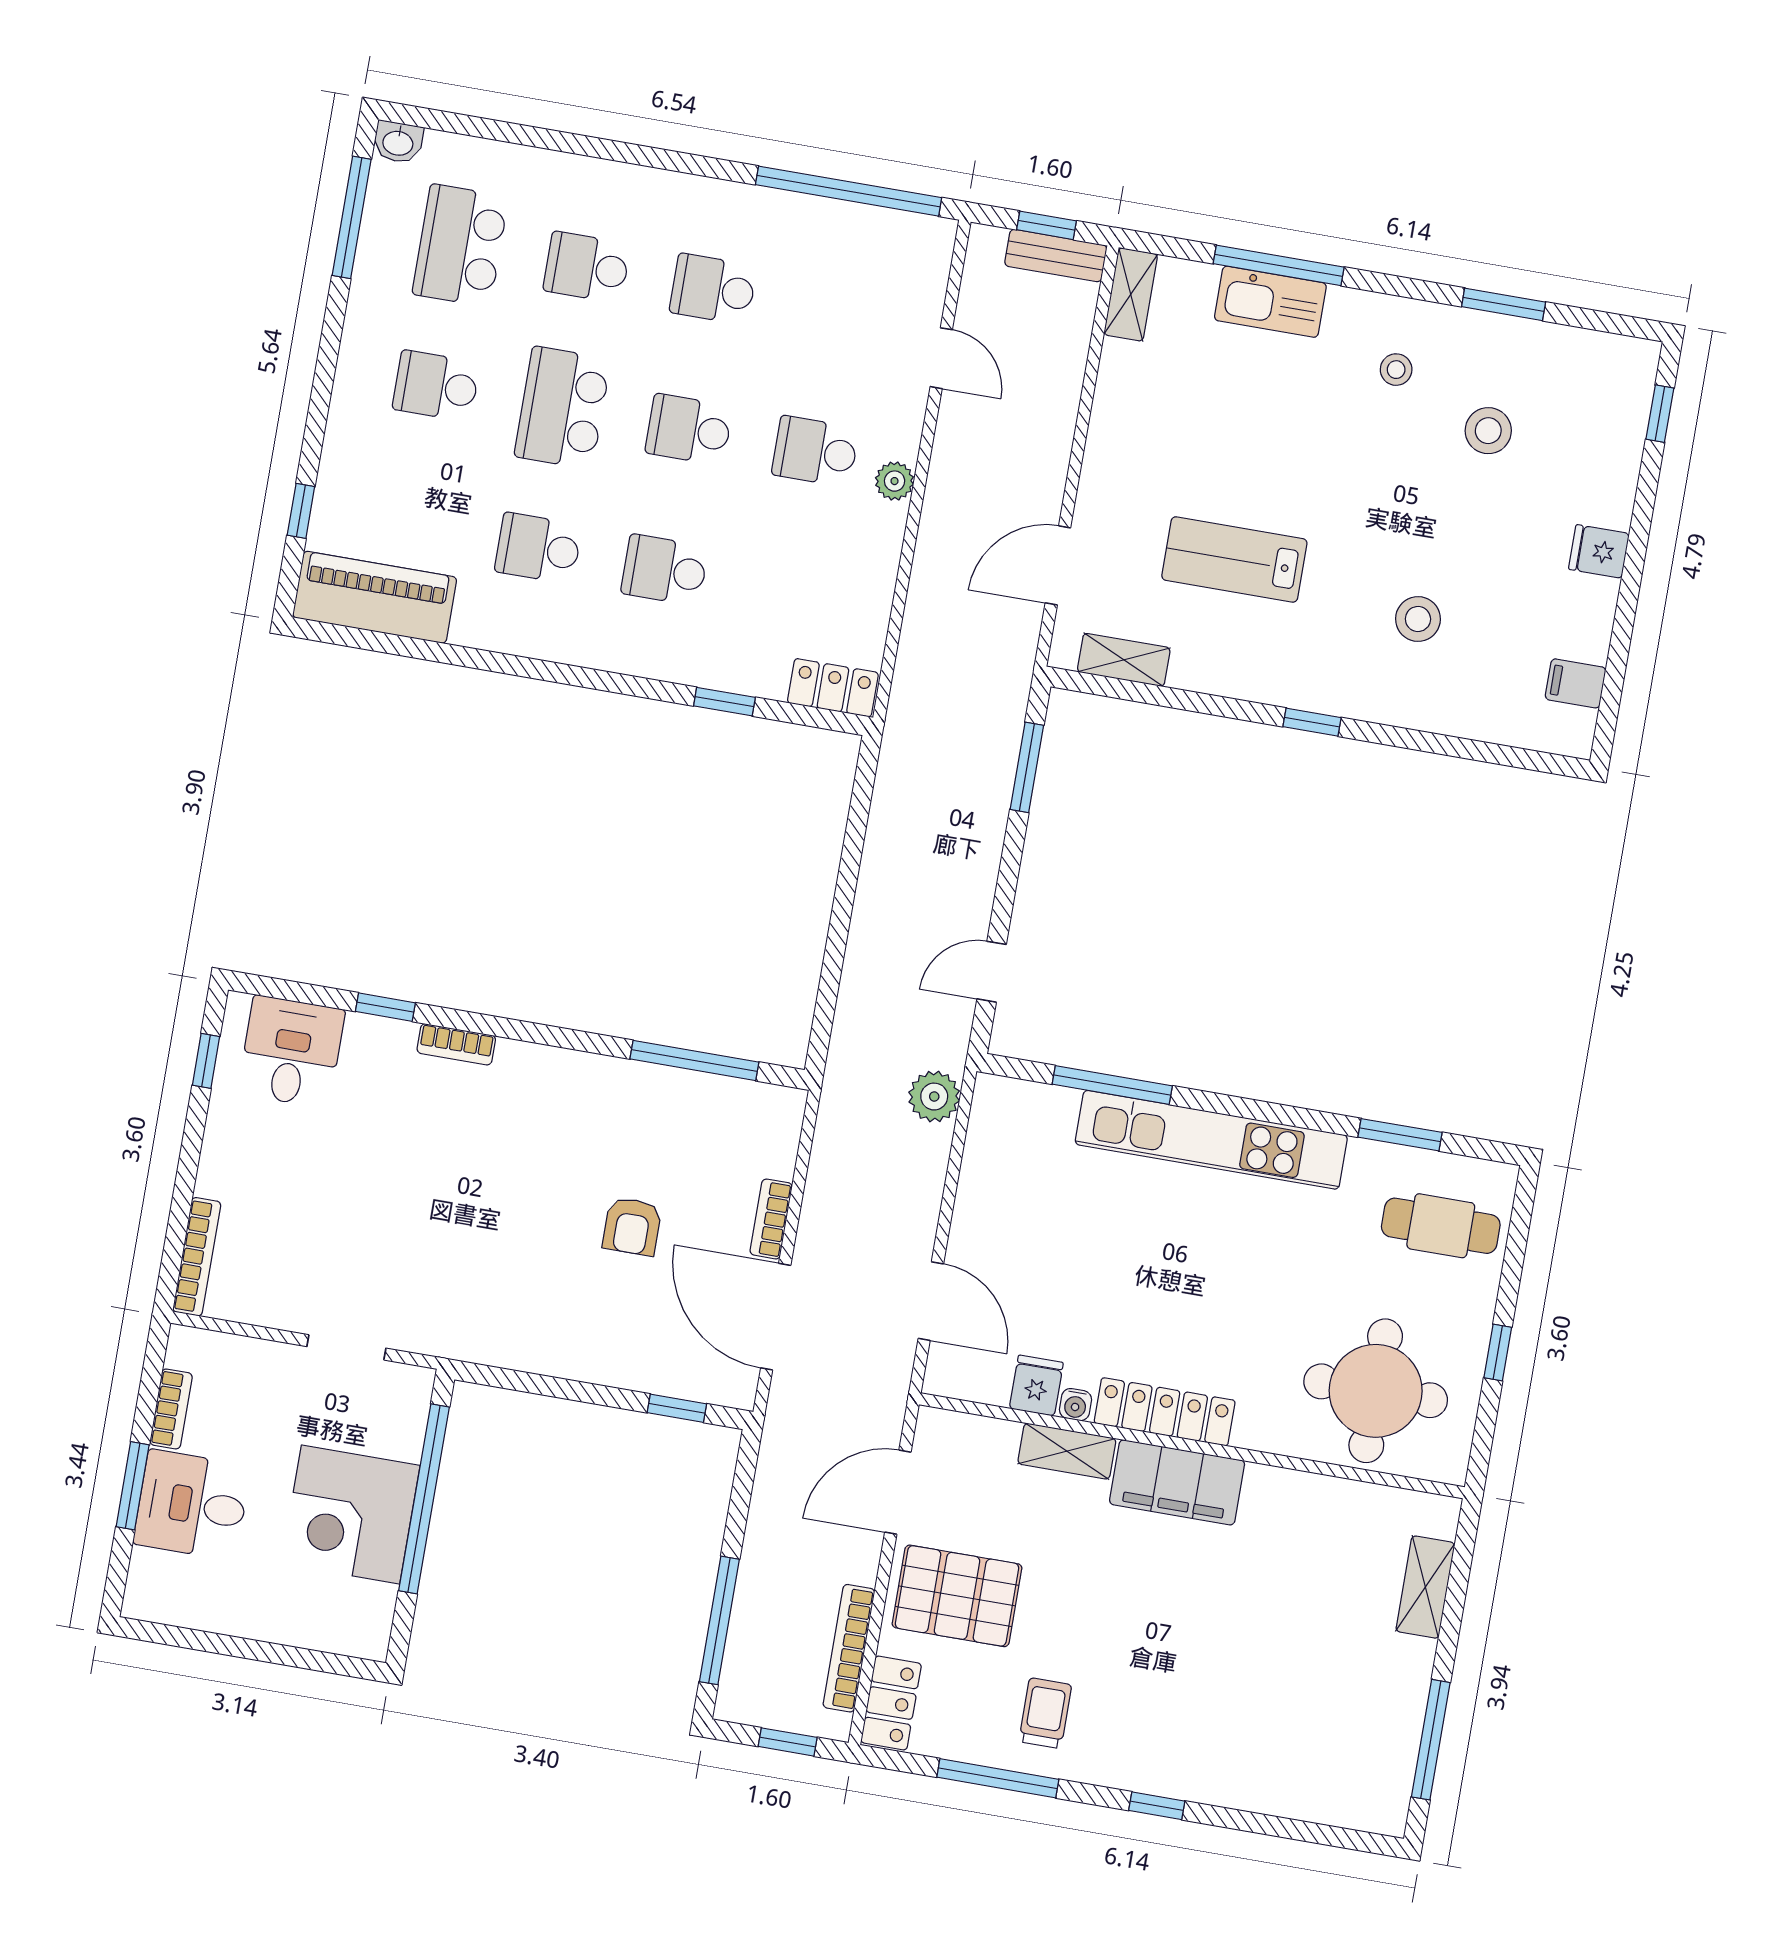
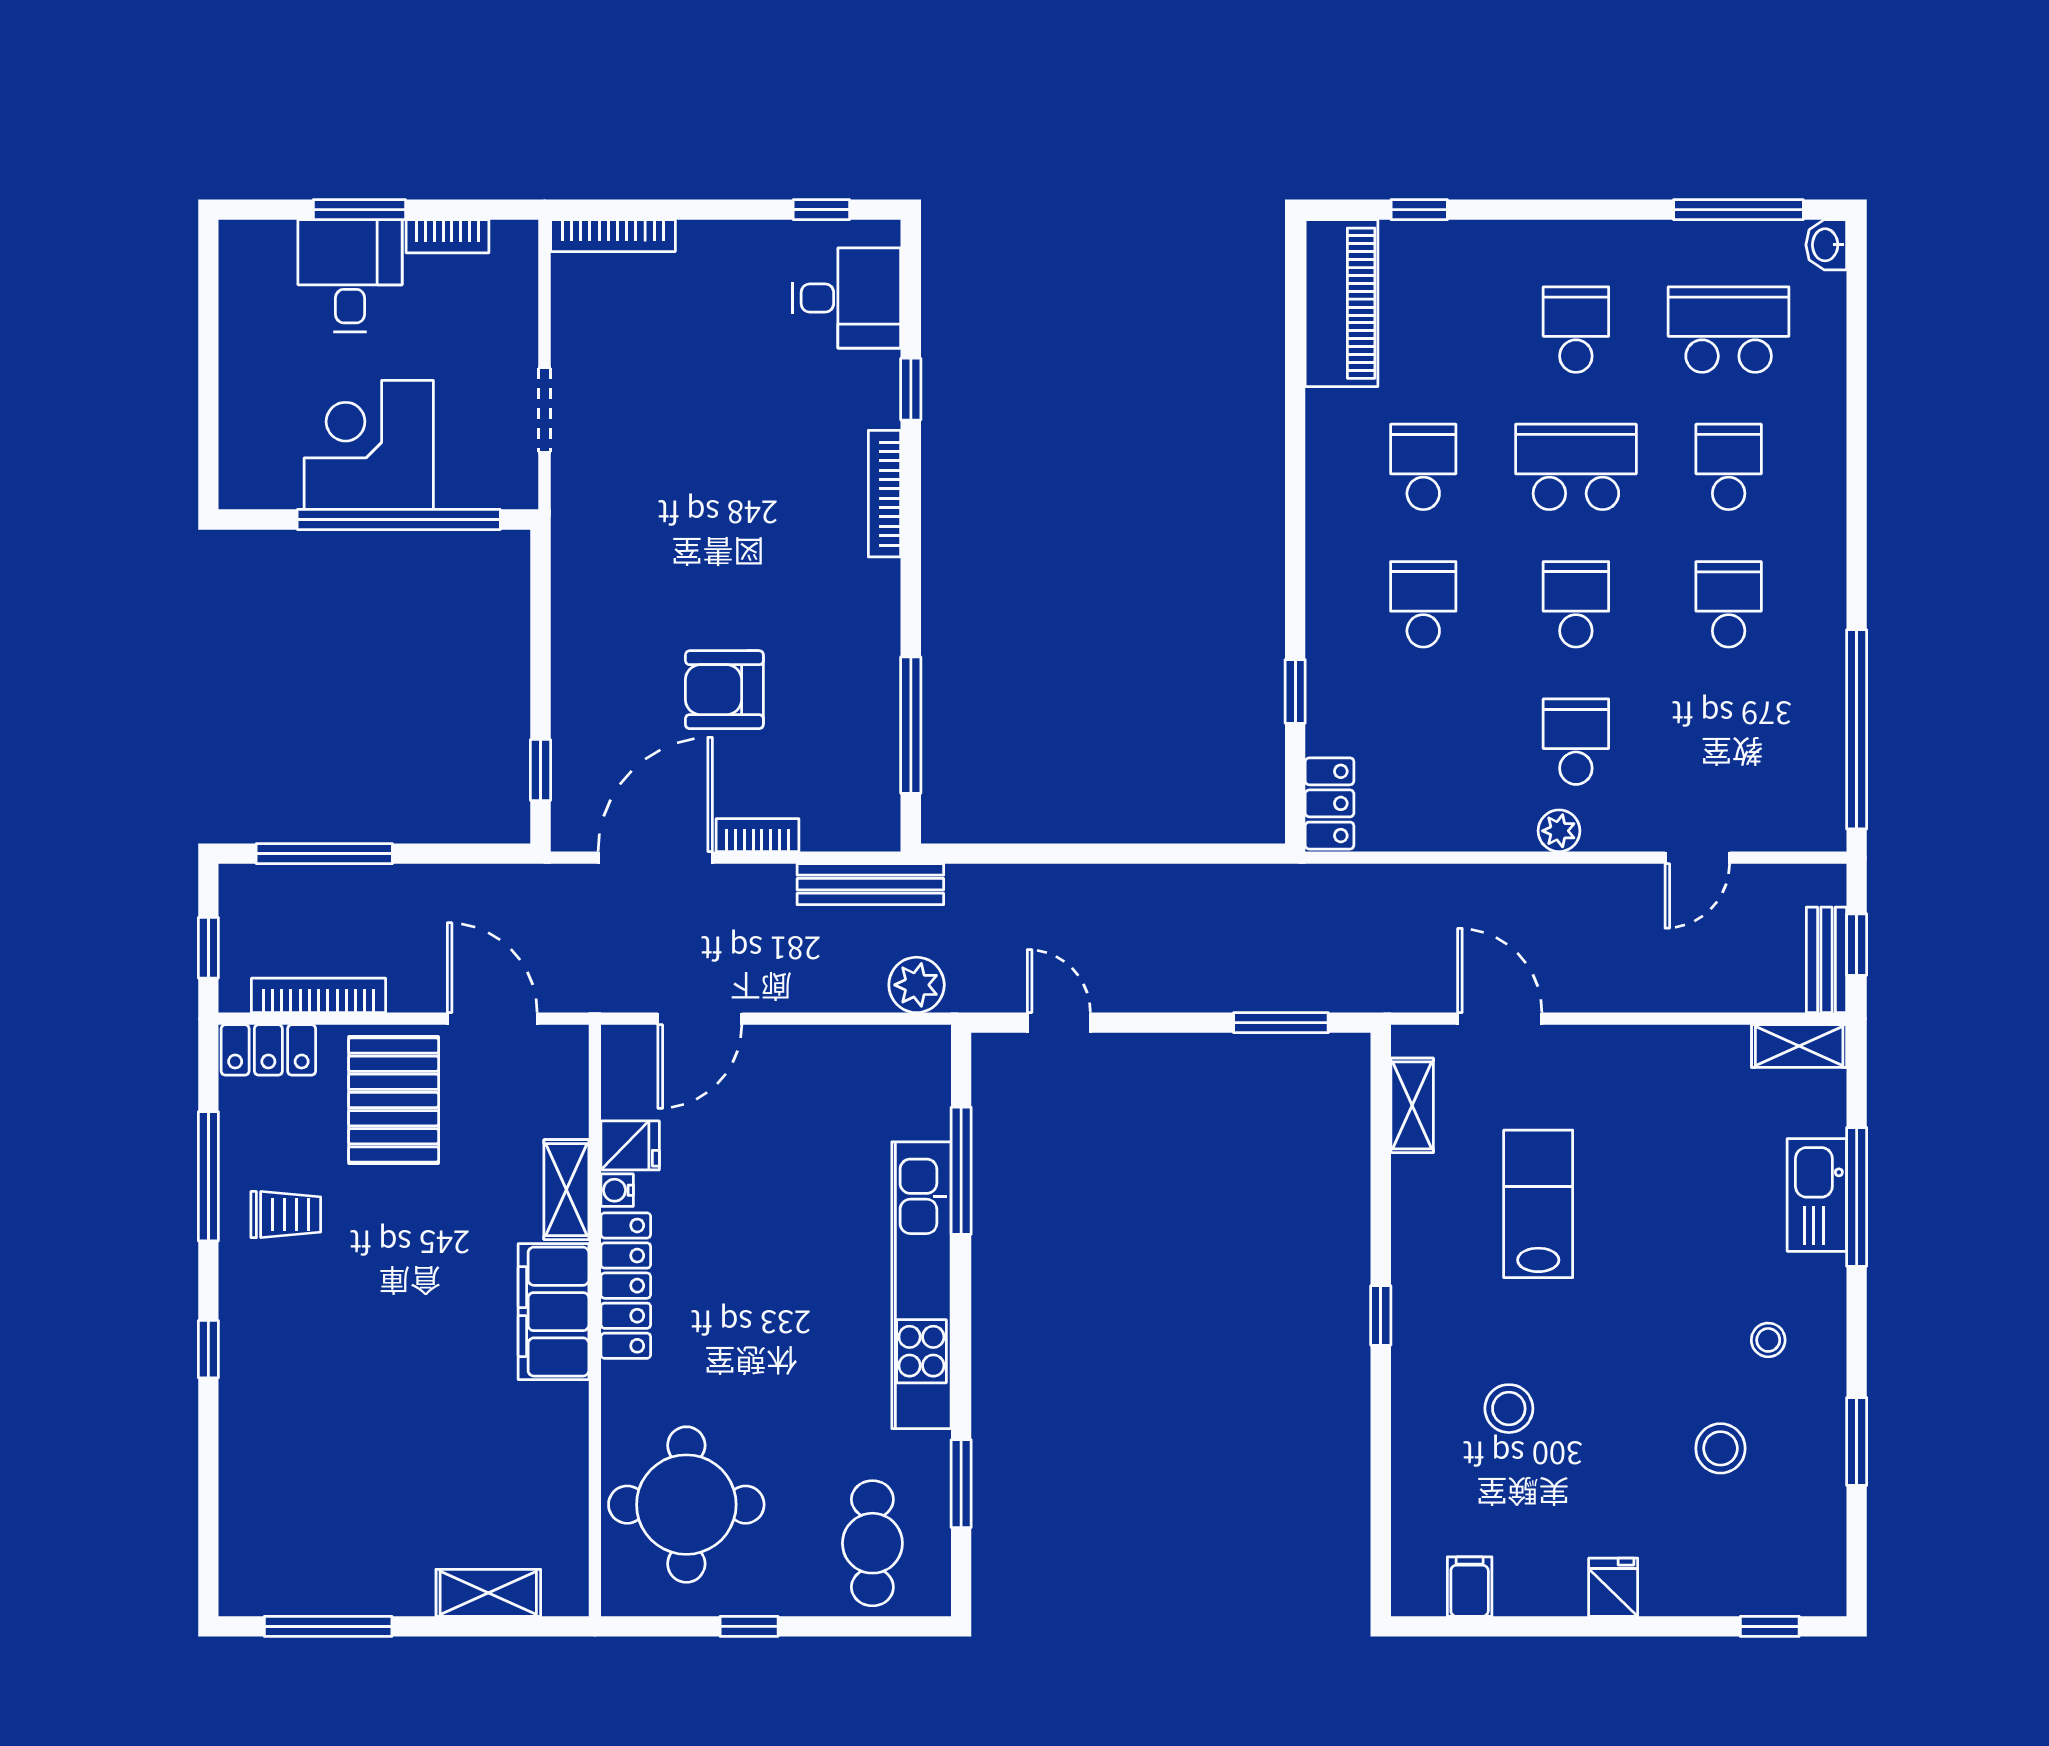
bookcase: (456, 1044) -> (885, 494), width x1.56
bench: (834, 1123) -> (870, 884), added
armchair: (632, 1226) -> (724, 690), width x1.38, depth x1.38

